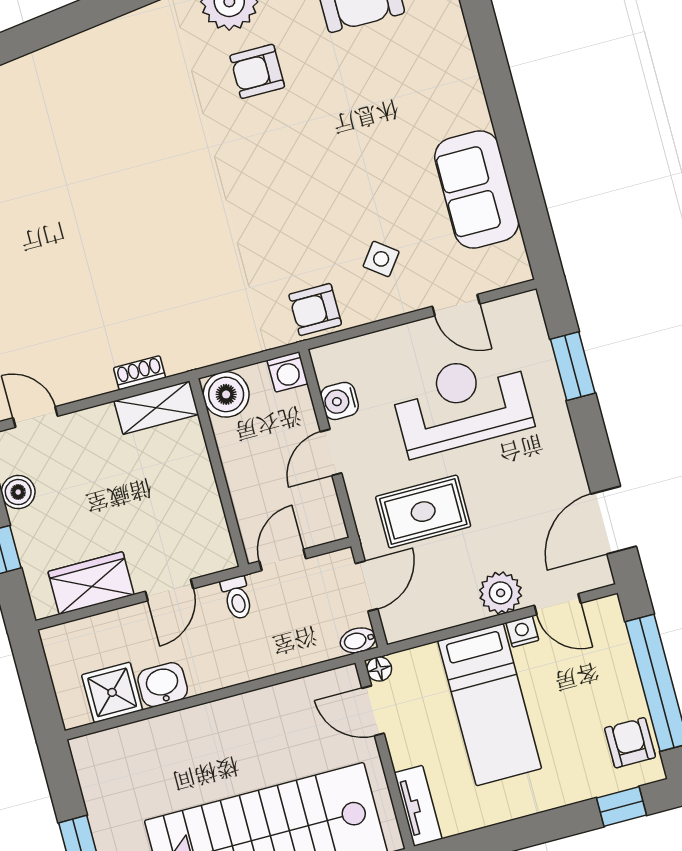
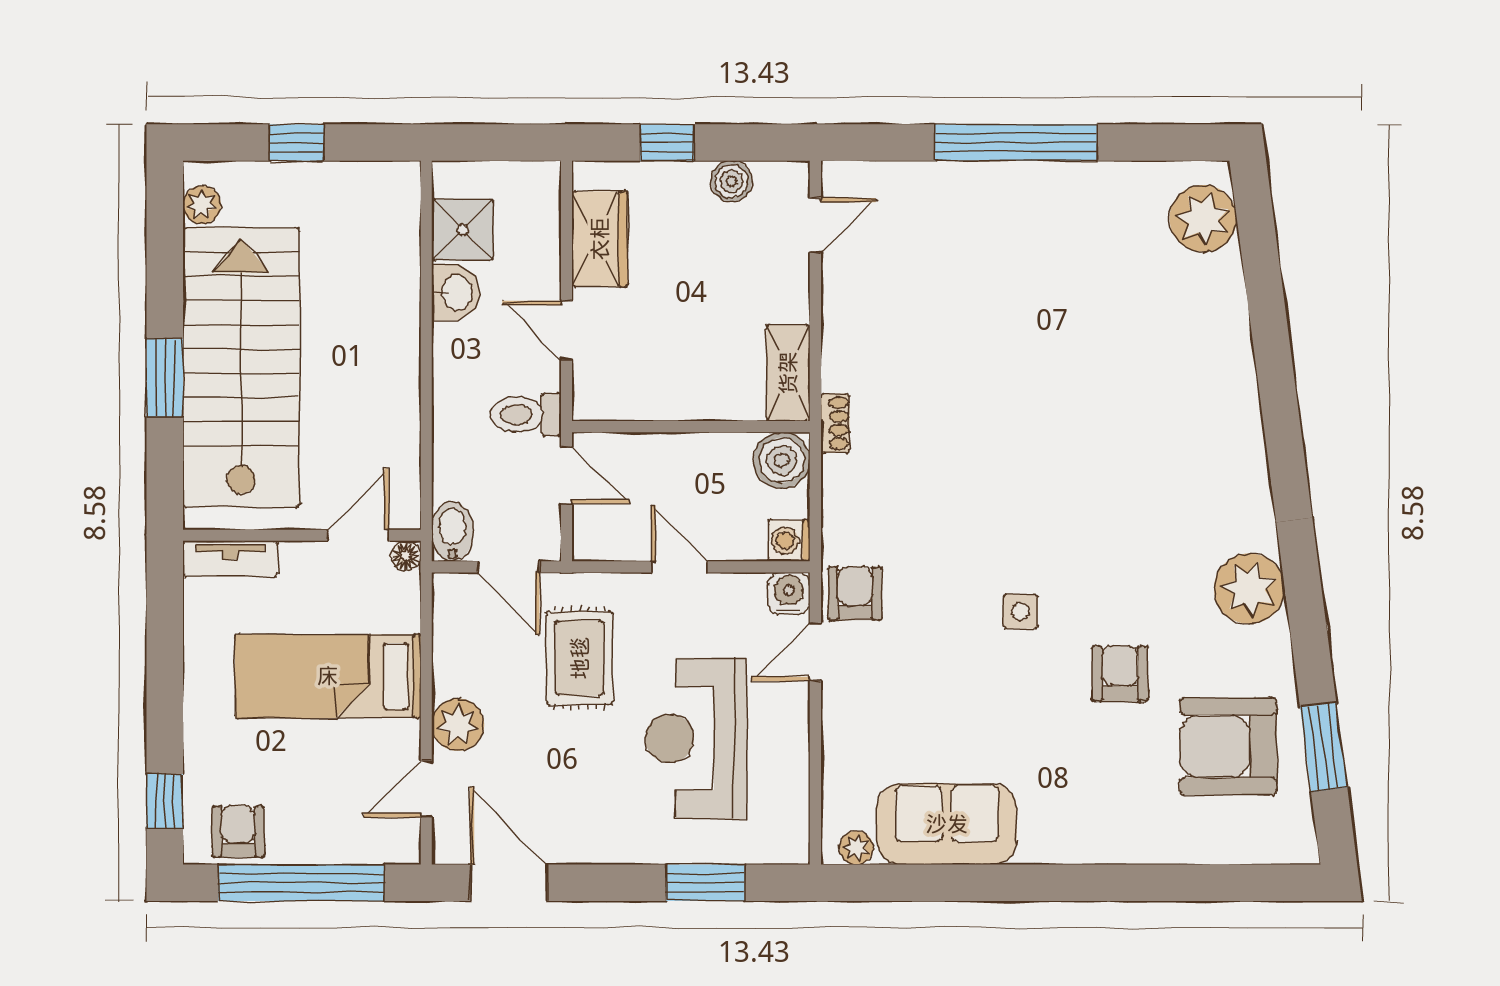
armchair: (257, 71) -> (1120, 674), moved
plant: (514, 255) -> (856, 848), added
side table: (381, 259) -> (1021, 611), moved, turned -37
door: (456, 305) -> (815, 652), moved
shoe rack: (139, 373) -> (835, 423), moved
water cooler: (340, 401) -> (789, 593), moved
reception desk: (462, 404) -> (696, 738), turned 180
toilet: (237, 598) -> (526, 414), width x1.37, depth x1.39
nightstand: (522, 632) -> (405, 738), removed
bidet: (358, 640) -> (452, 532), width x1.38, depth x1.36
armchair: (630, 743) -> (238, 832), turned -90

